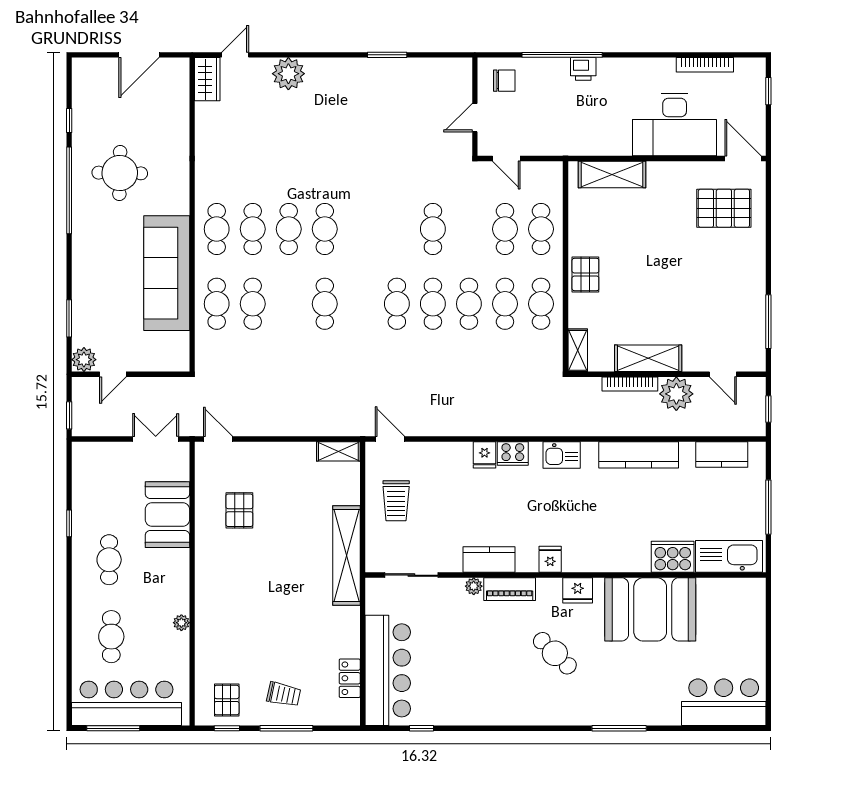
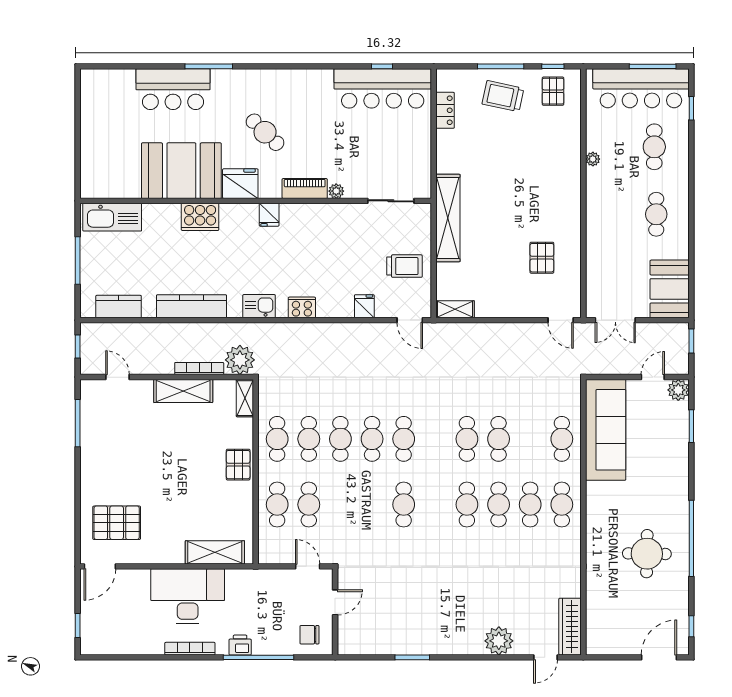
door: (139, 55) -> (659, 657), moved
bookcase: (705, 65) -> (190, 649), moved
wardrobe: (207, 79) -> (570, 627), width x1.50
window: (69, 121) -> (691, 626), moved
desk: (675, 125) -> (188, 596), moved
door: (743, 158) -> (100, 566), hinge flipped
cafe table: (433, 229) -> (404, 505), moved
sofa: (167, 273) -> (606, 430), moved
cafe table: (253, 304) -> (499, 439), moved
plant: (676, 394) -> (240, 360), moved
fridge: (485, 455) -> (364, 306), moved
trolley: (396, 501) -> (404, 266), turned 90
booth: (167, 515) -> (670, 289), moved
window: (69, 523) -> (691, 108), moved
cooker: (673, 557) -> (200, 217), moved
kitchen counter: (489, 560) -> (323, 214), removed
fridge: (578, 590) -> (240, 184), width x1.36, depth x1.34
bar counter: (388, 670) -> (383, 88), moved, turned -90
trolley: (284, 694) -> (503, 96), width x1.36, depth x1.39
bar counter: (724, 702) -> (173, 89), moved

